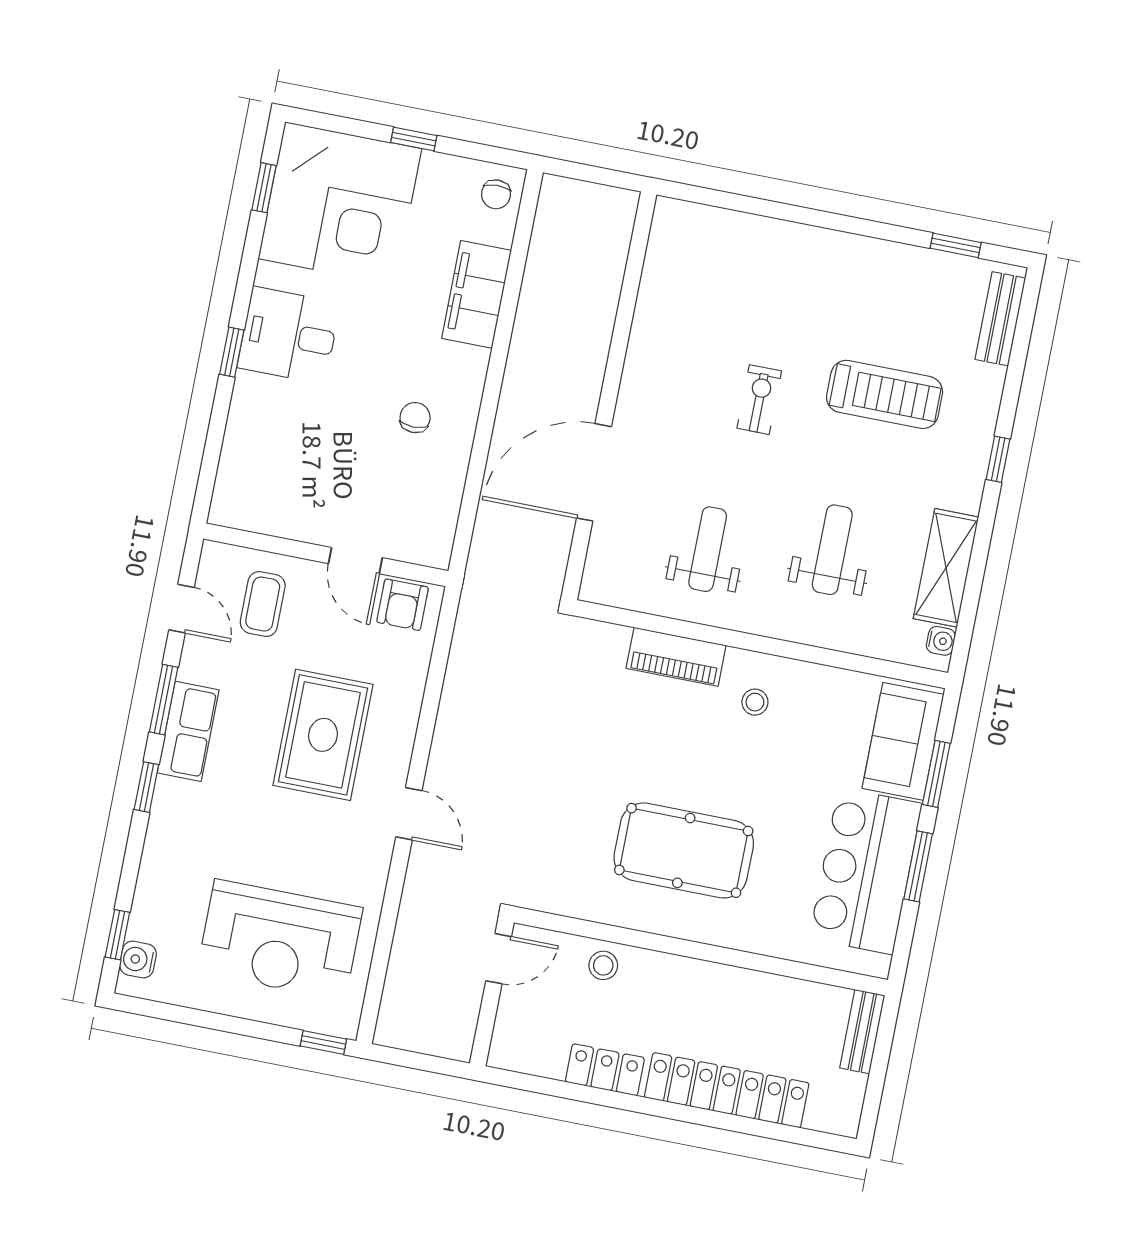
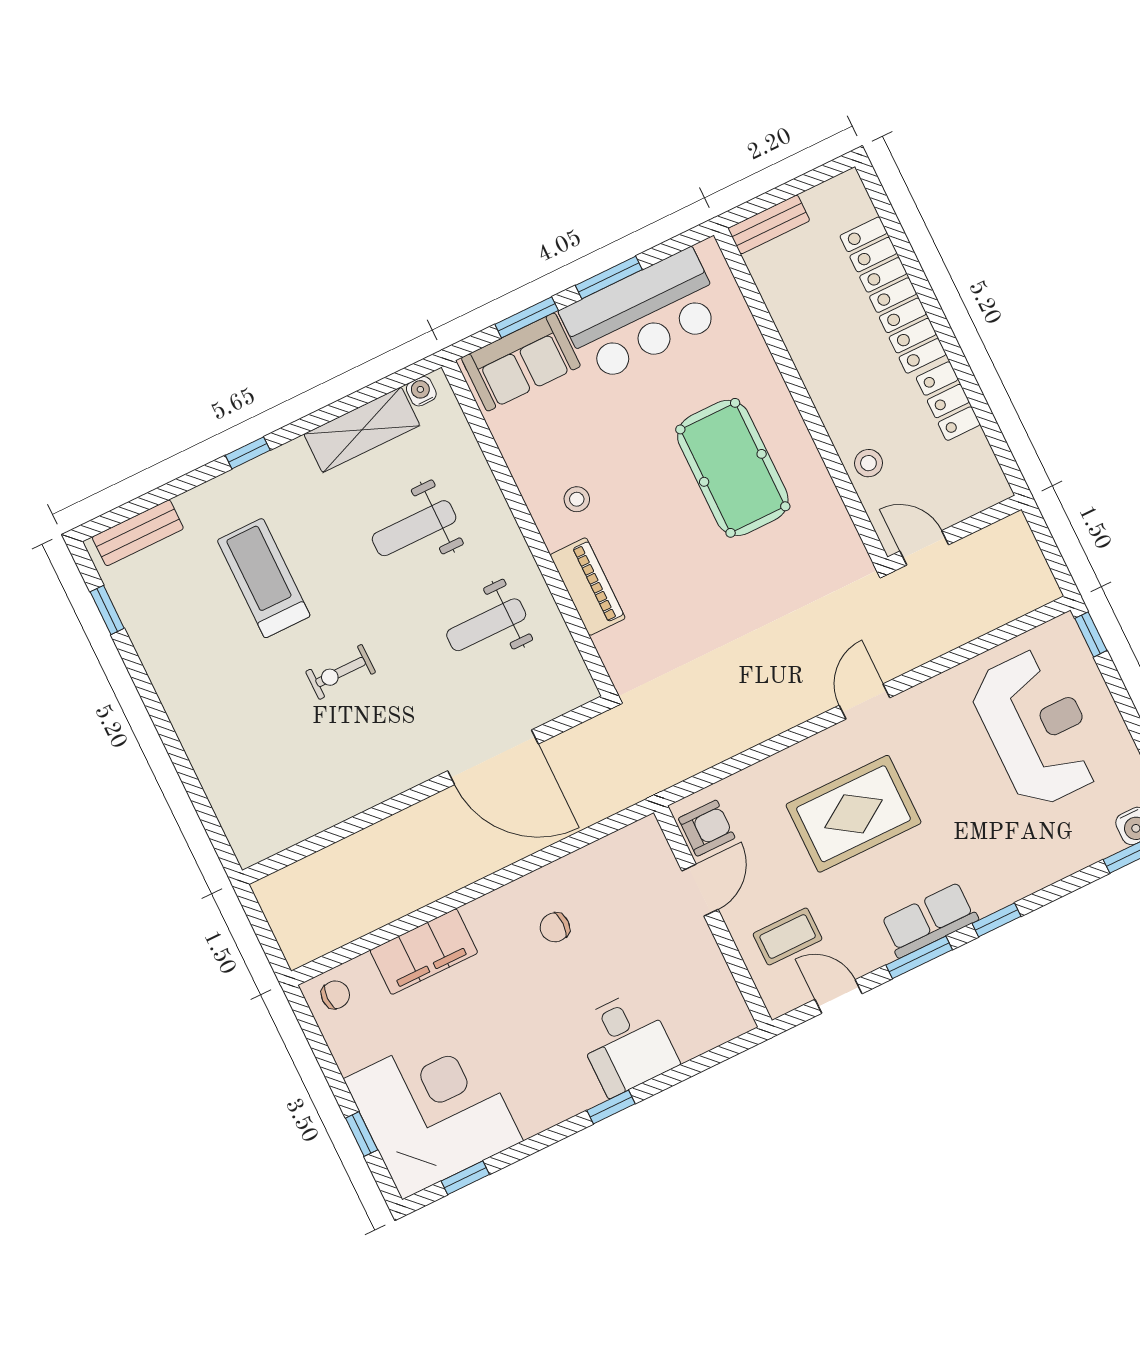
window: (414, 139) -> (362, 1134), moved
desk: (289, 335) -> (626, 1043), moved
door: (181, 609) -> (838, 997), hinge flipped

